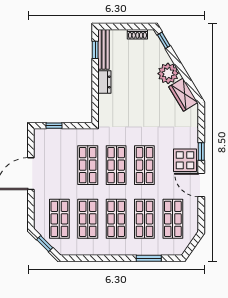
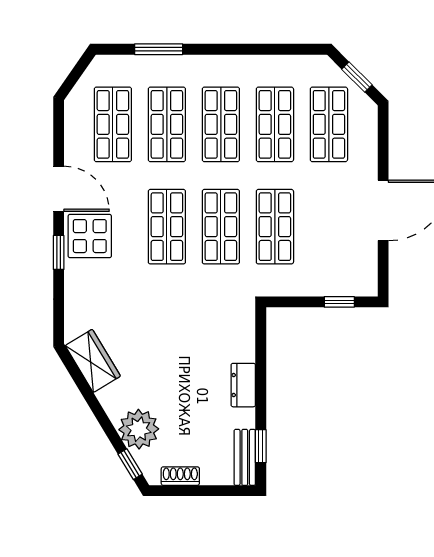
bench: (104, 49) -> (245, 457), width x0.73
plant: (168, 73) -> (139, 429), moved

